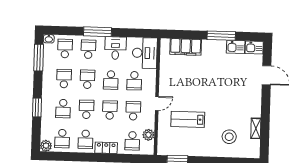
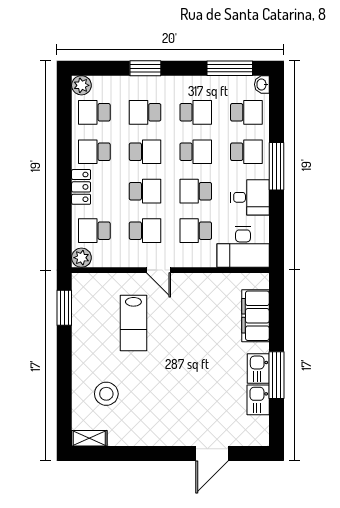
kitchen sink: (254, 47) -> (258, 368), moved
lab bench: (188, 119) -> (133, 323), turned 180
shelving: (256, 128) -> (89, 438), moved
plant: (148, 135) -> (81, 258), moved

